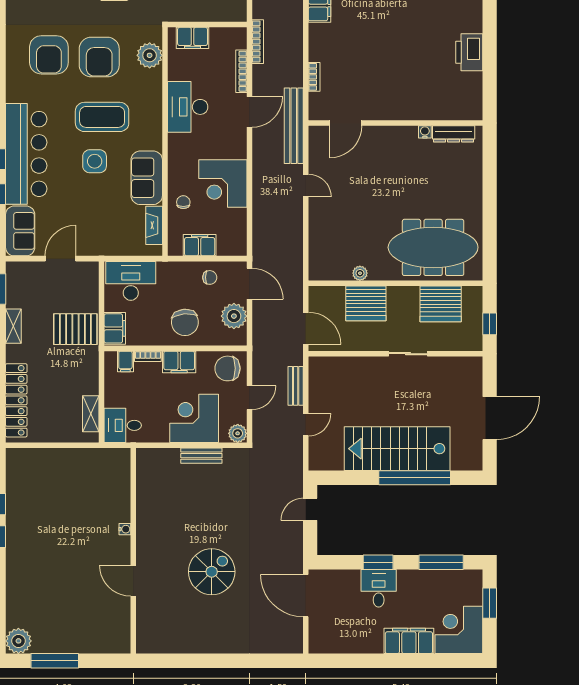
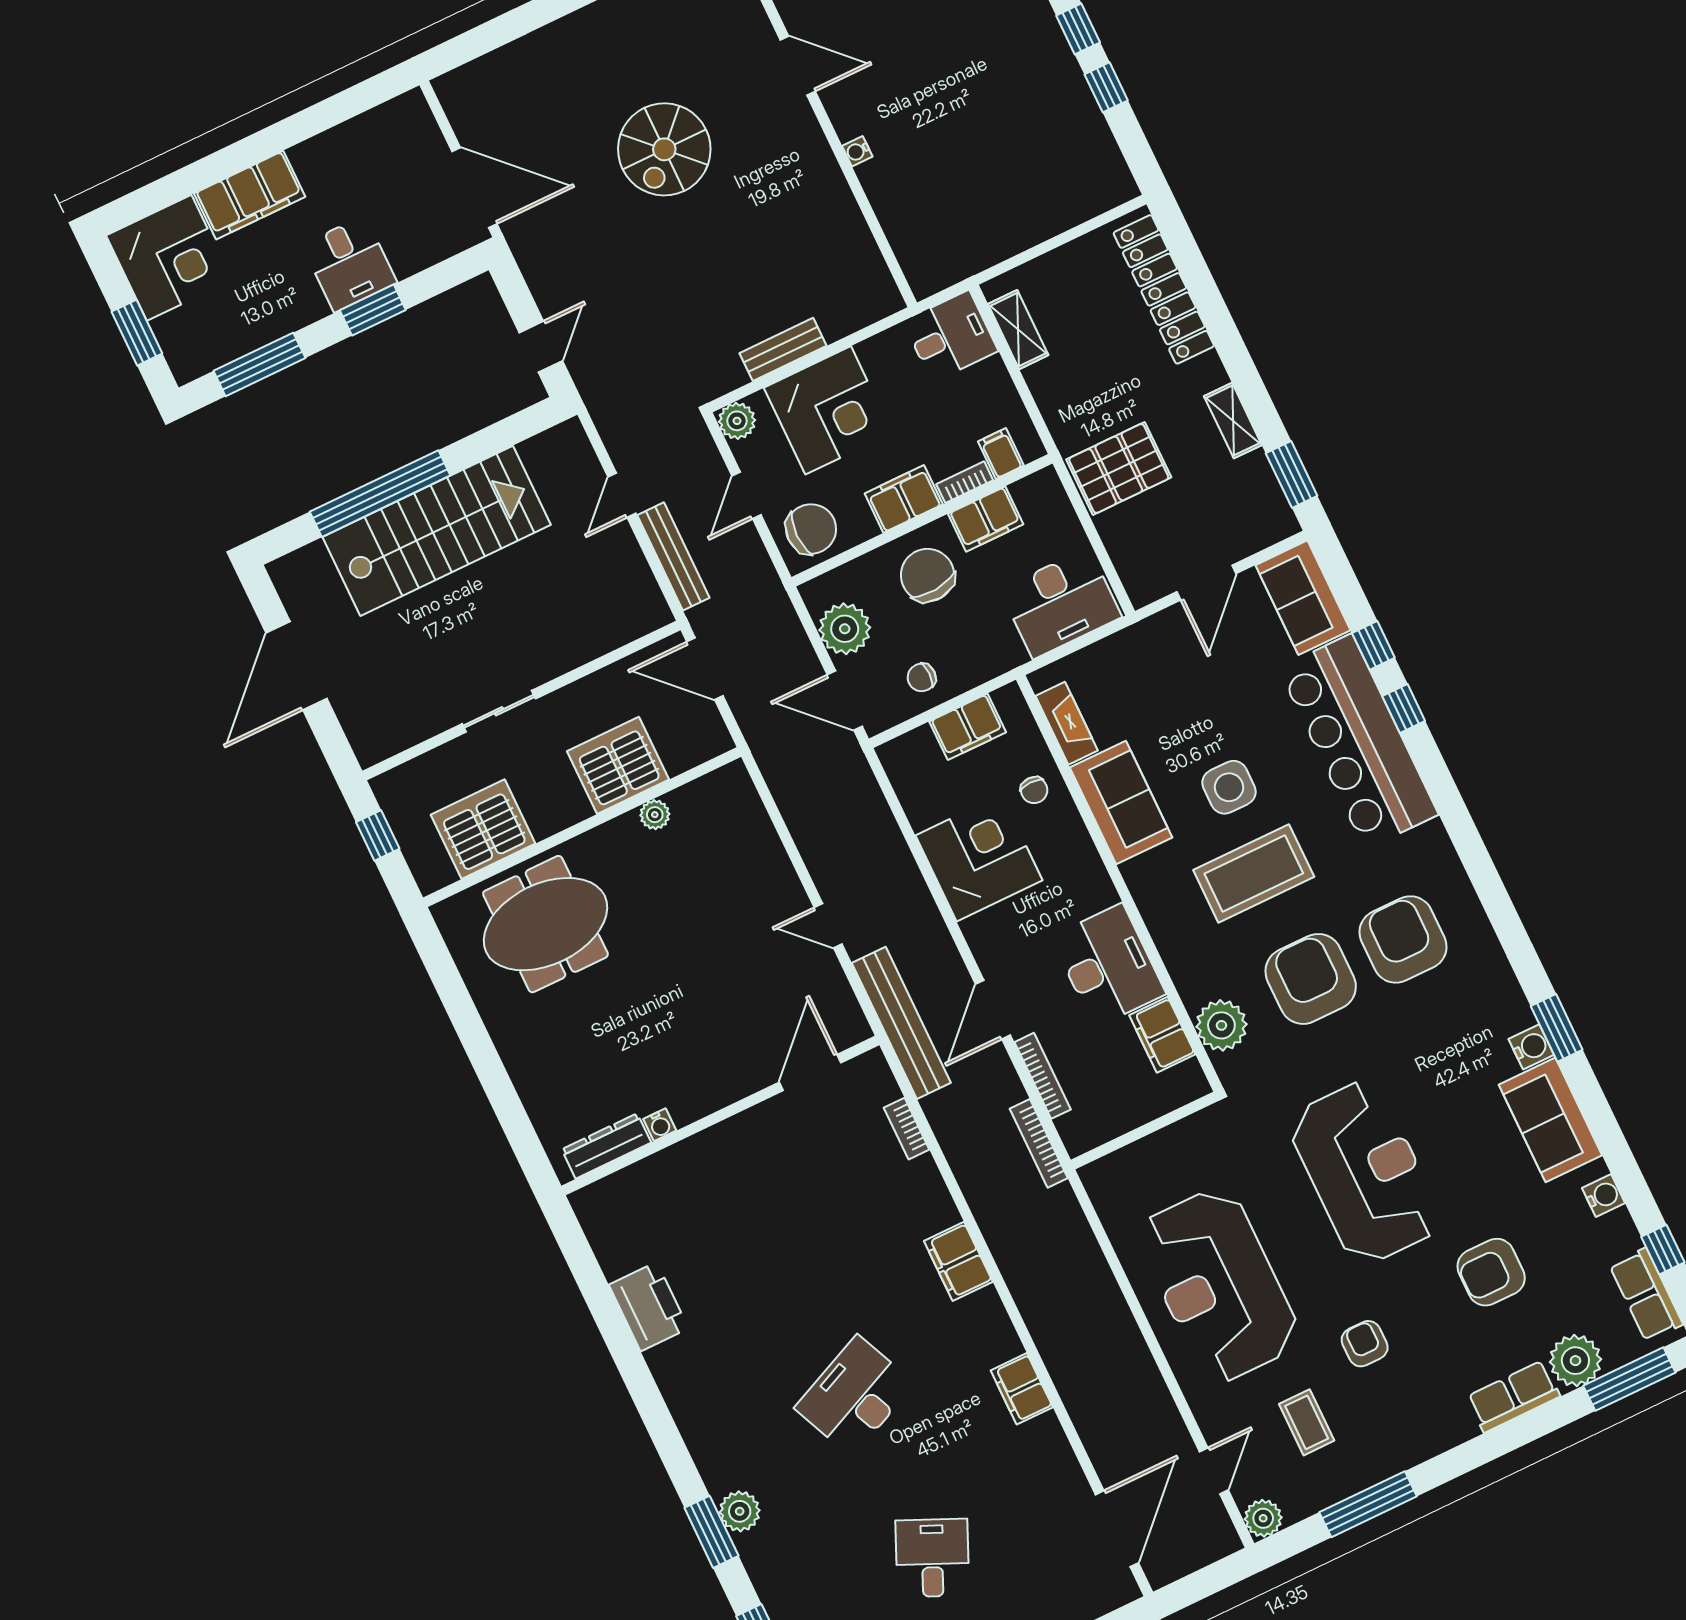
filing cabinet: (193, 38) -> (1162, 1035), moved, turned -90
meeting table: (433, 247) -> (545, 924), width x0.73
filing cabinet: (115, 328) -> (986, 519), moved, turned -90
bench: (296, 386) -> (673, 556), width x1.36

